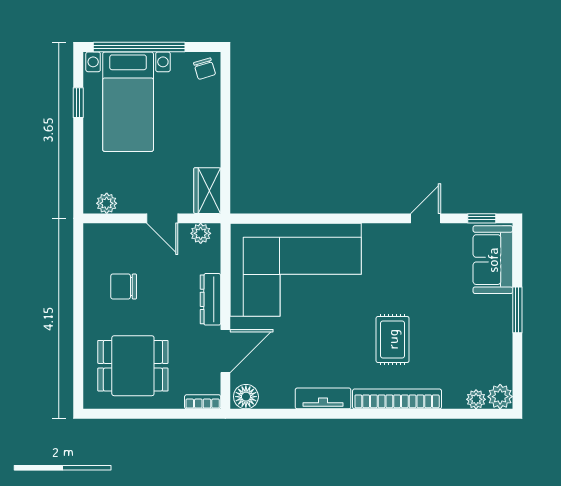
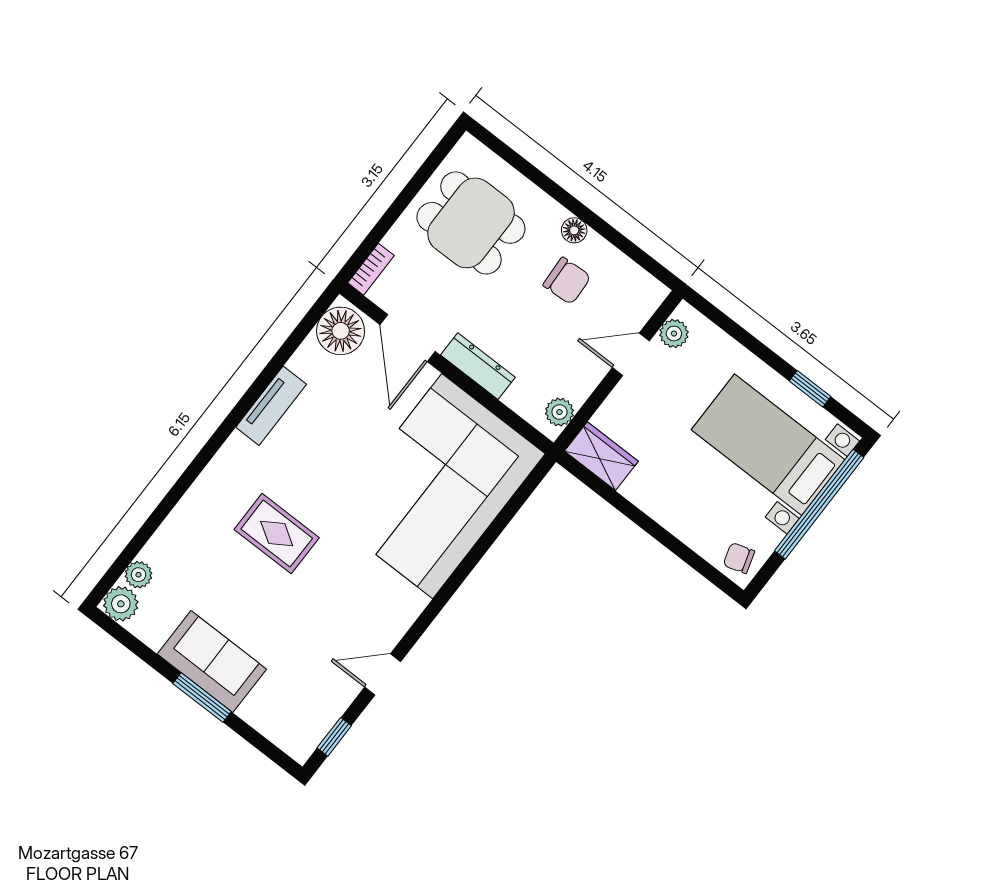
door: (162, 218) -> (631, 354), moved
door: (426, 218) -> (383, 674), swing flipped
sofa: (493, 260) -> (212, 662), moved
chair: (124, 286) -> (567, 281), turned 87
floor lamp: (92, 304) -> (574, 230), added
dining table: (133, 366) -> (471, 223), turned 90
floor lamp: (246, 397) -> (341, 331), width x1.38, depth x1.38
bookcase: (397, 399) -> (207, 487), removed

